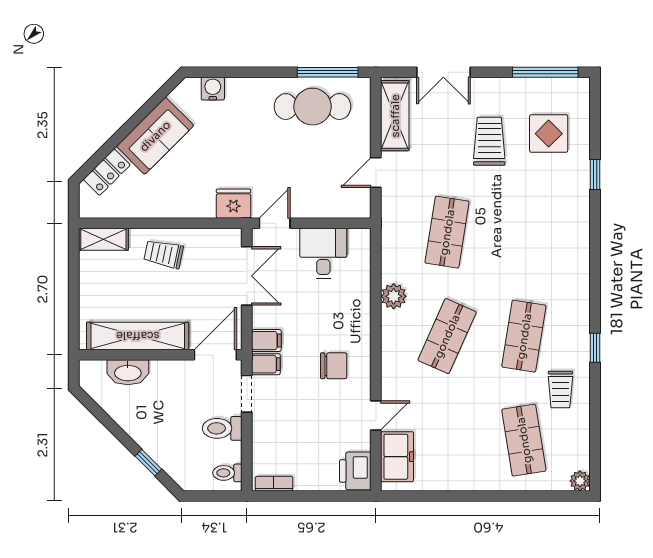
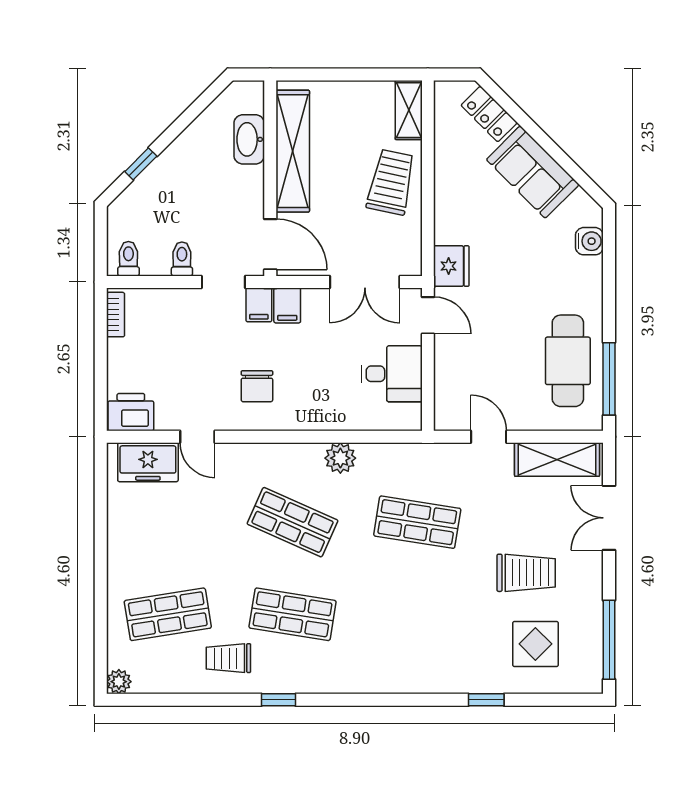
trolley: (164, 254) -> (391, 182), width x1.36, depth x1.39
toilet: (222, 428) -> (182, 259), width x0.73, depth x0.72

